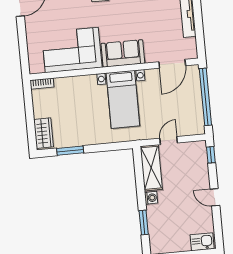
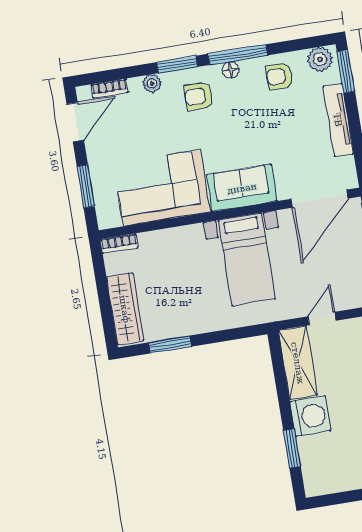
window: (23, 46) -> (86, 186), added
door: (172, 64) -> (319, 199), width x1.36
wardrobe: (44, 133) -> (125, 309), width x1.50
washing machine: (151, 198) -> (310, 416), width x1.89, depth x1.89

